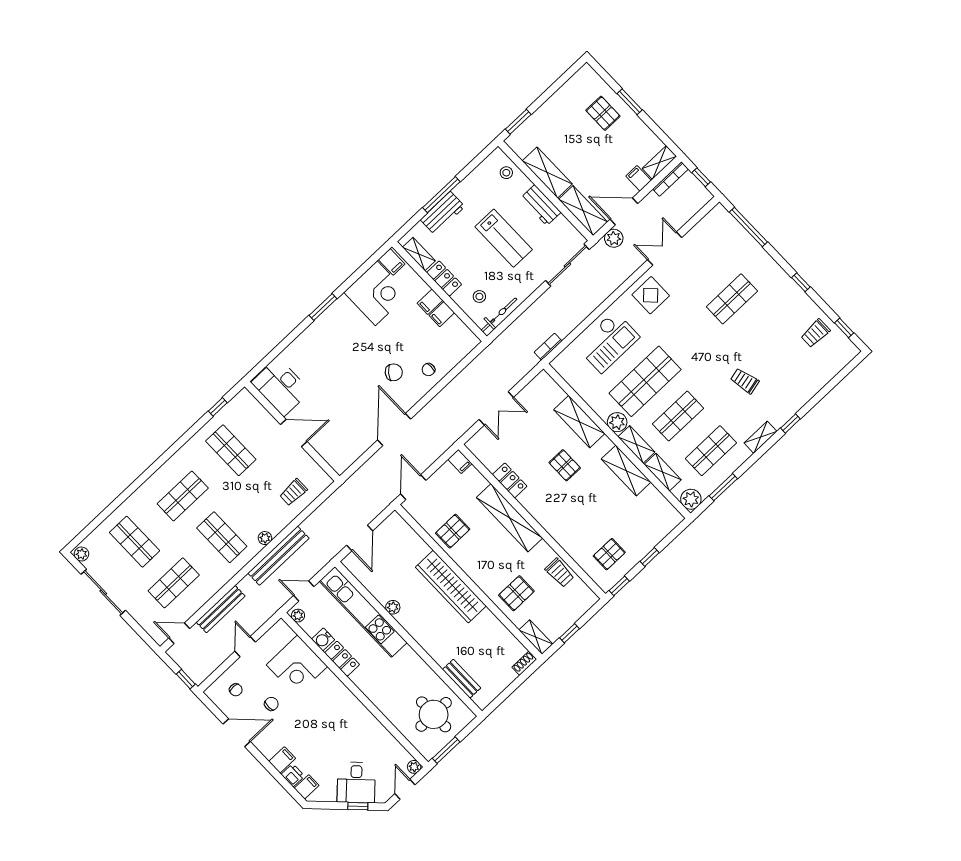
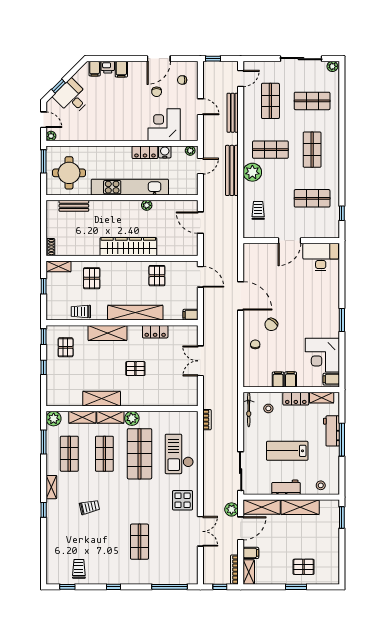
shelving: (579, 422) -> (107, 333), moved
plant: (265, 538) -> (252, 172), width x1.88, depth x1.88
kitchen unit: (363, 612) -> (130, 187), moved

